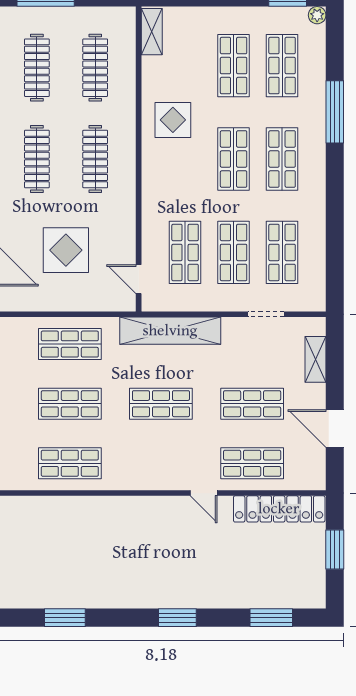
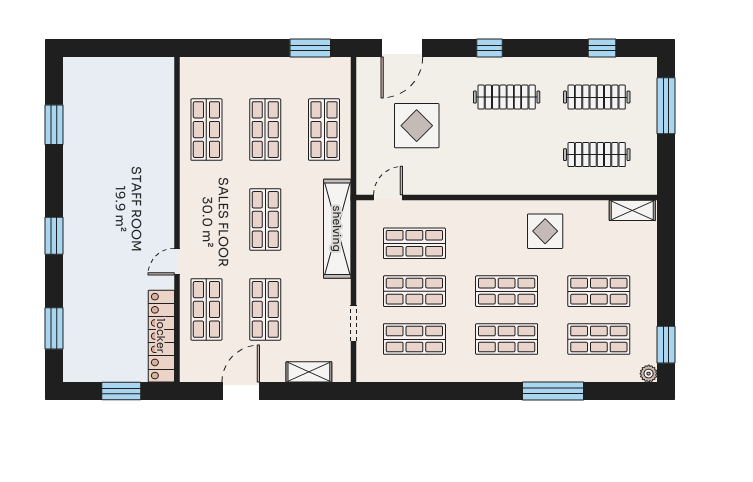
clothes rail: (95, 159) -> (507, 155), removed

